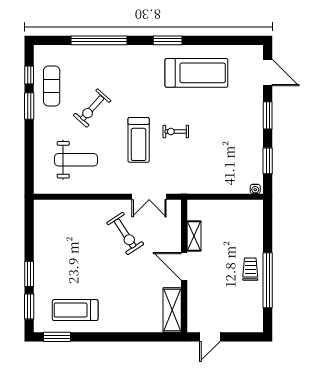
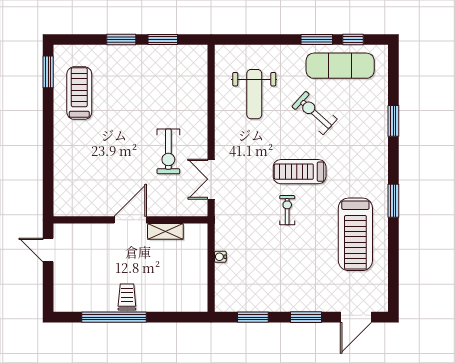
window: (99, 40) -> (393, 121), width x0.47
exercise mat: (52, 86) -> (340, 66), width x1.36, depth x1.45
treadmill: (139, 140) -> (300, 172), moved
water cooler: (255, 189) -> (220, 257), moved
exercise bike: (125, 234) -> (168, 151), turned -57
trolley: (250, 269) -> (127, 297), turned -90
window: (29, 307) -> (163, 39), moved
shelving: (172, 310) -> (79, 206), removed

